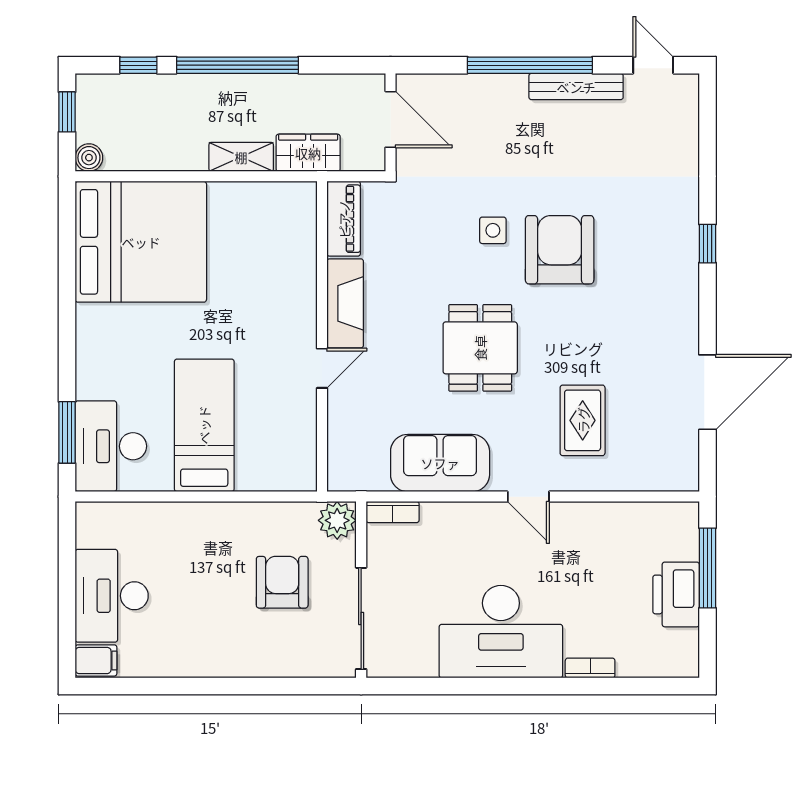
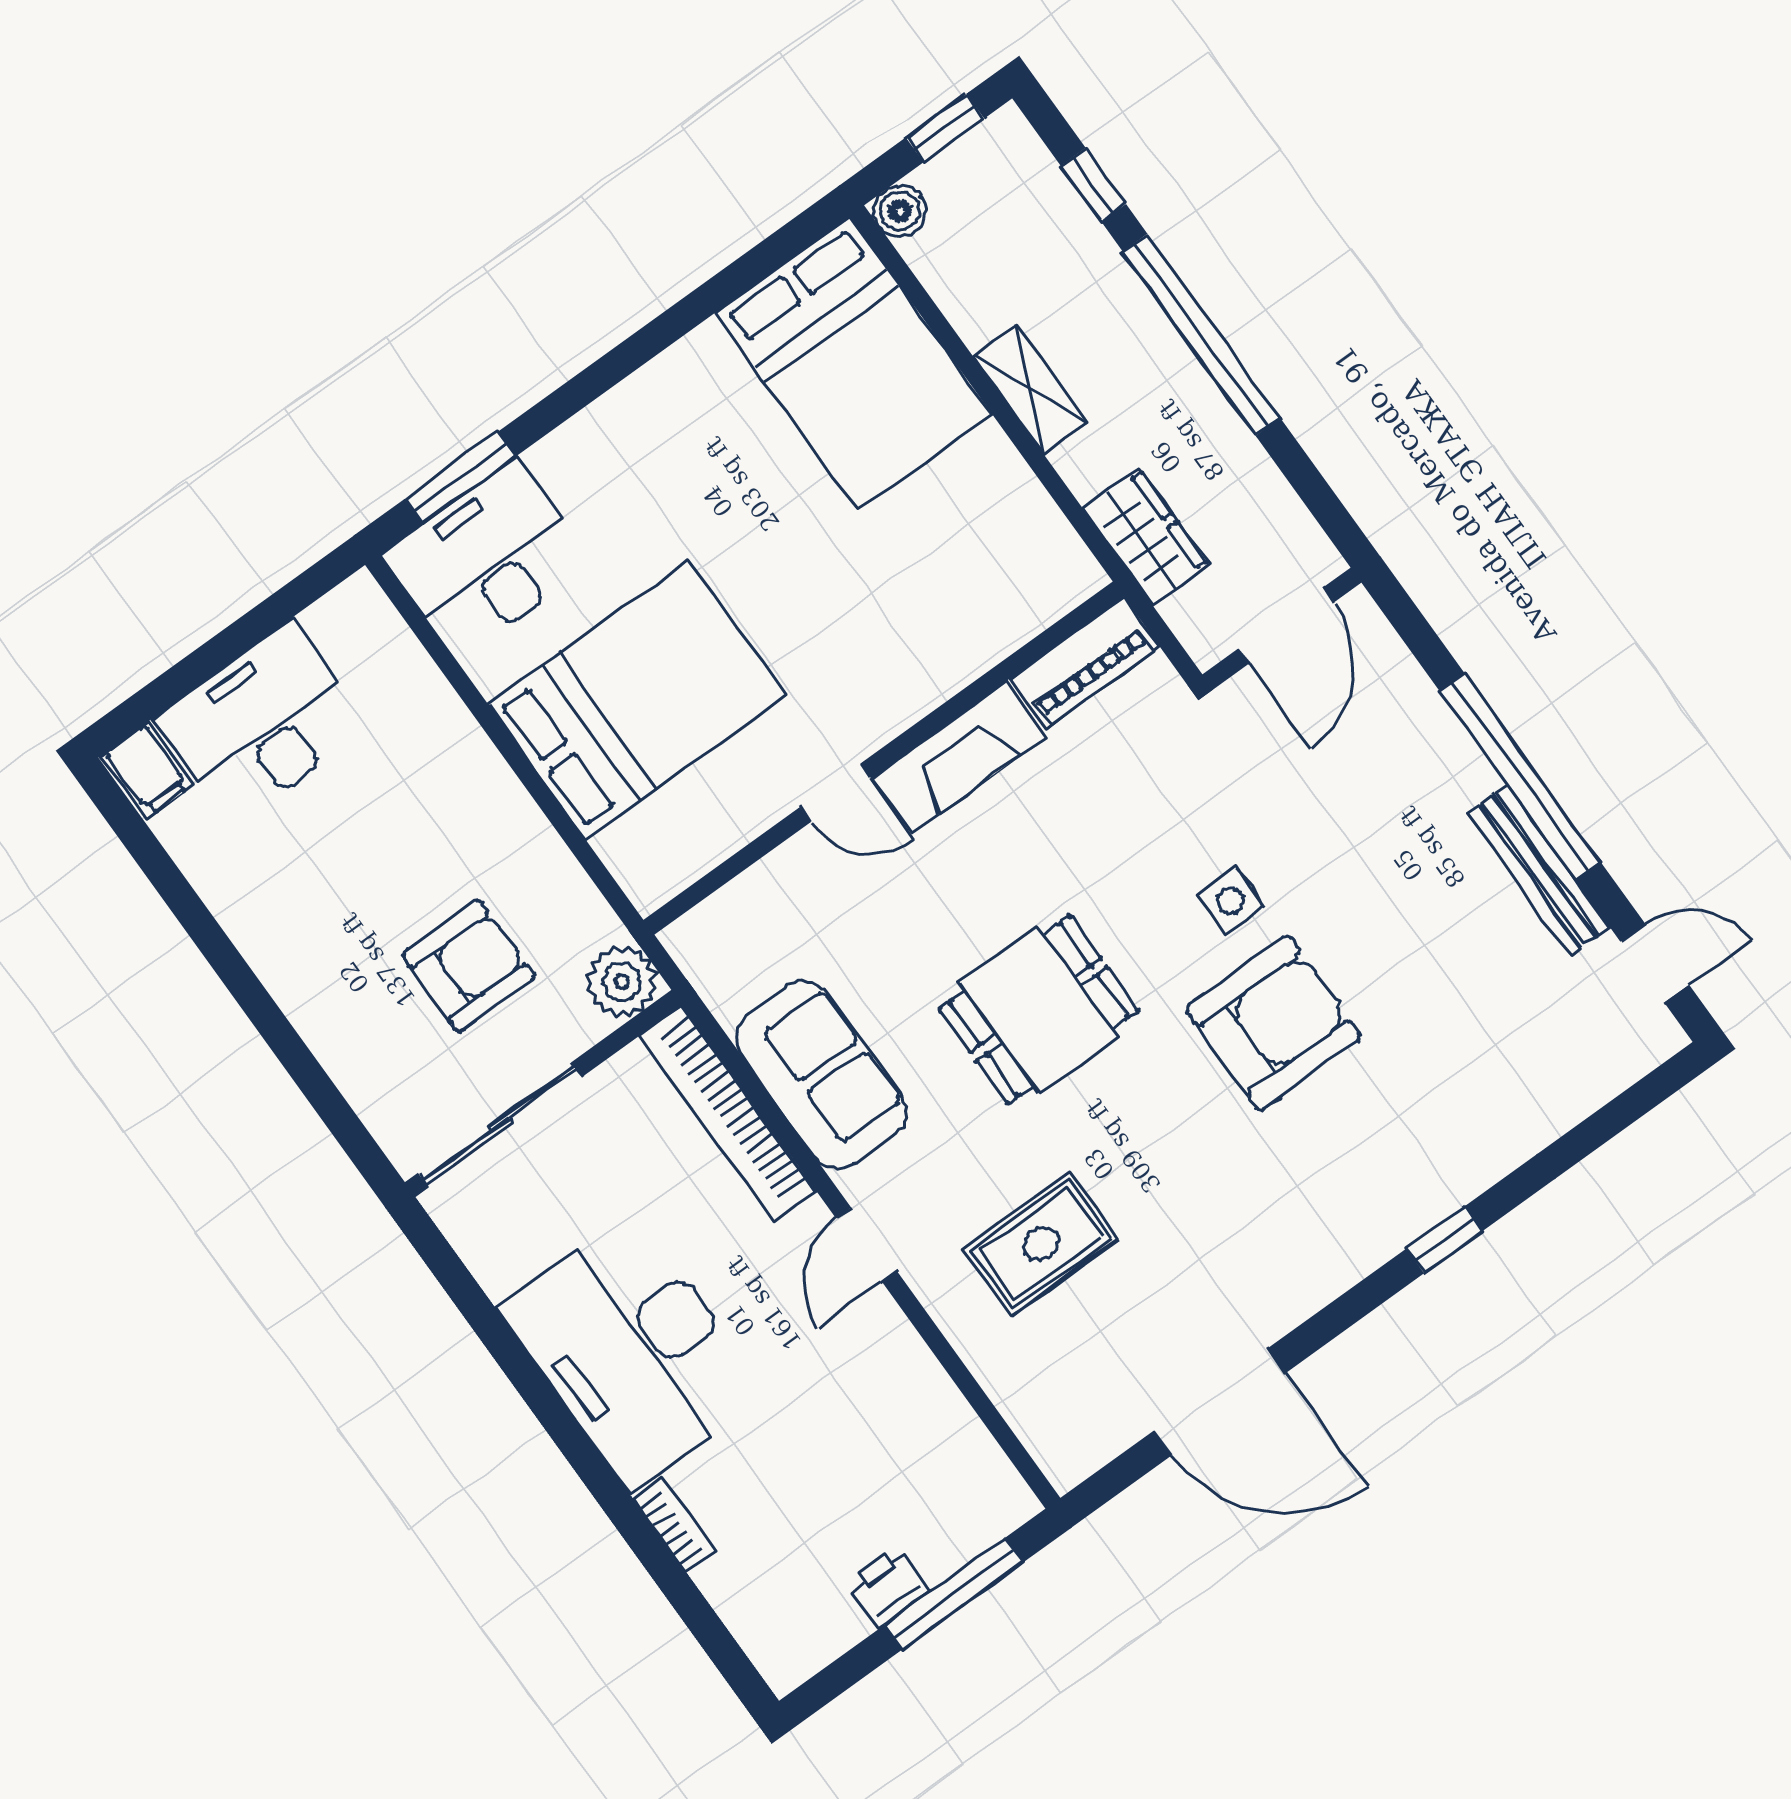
door: (653, 65) -> (1655, 963), hinge flipped
shelving: (241, 157) -> (1030, 389), moved
bed: (141, 242) -> (854, 364), width x0.73
bed: (204, 425) -> (637, 700), width x1.50
bookcase: (393, 512) -> (728, 1113), width x2.31, depth x1.31
printer: (676, 594) -> (888, 1586), width x0.53, depth x0.68

